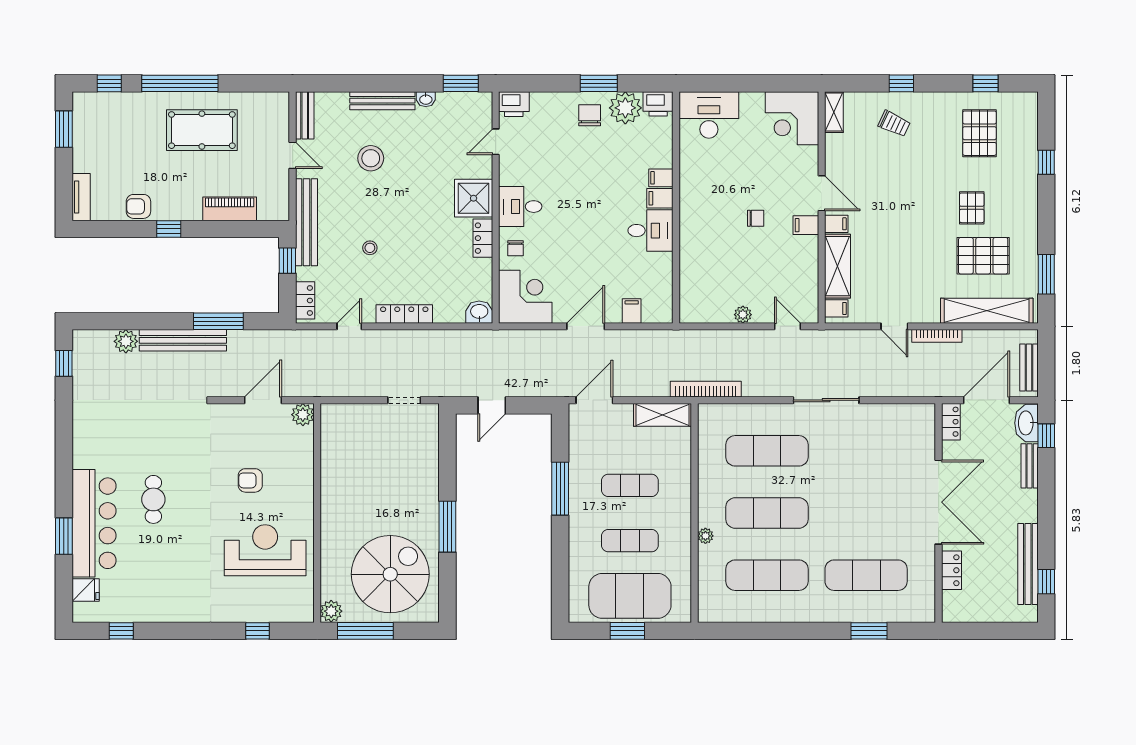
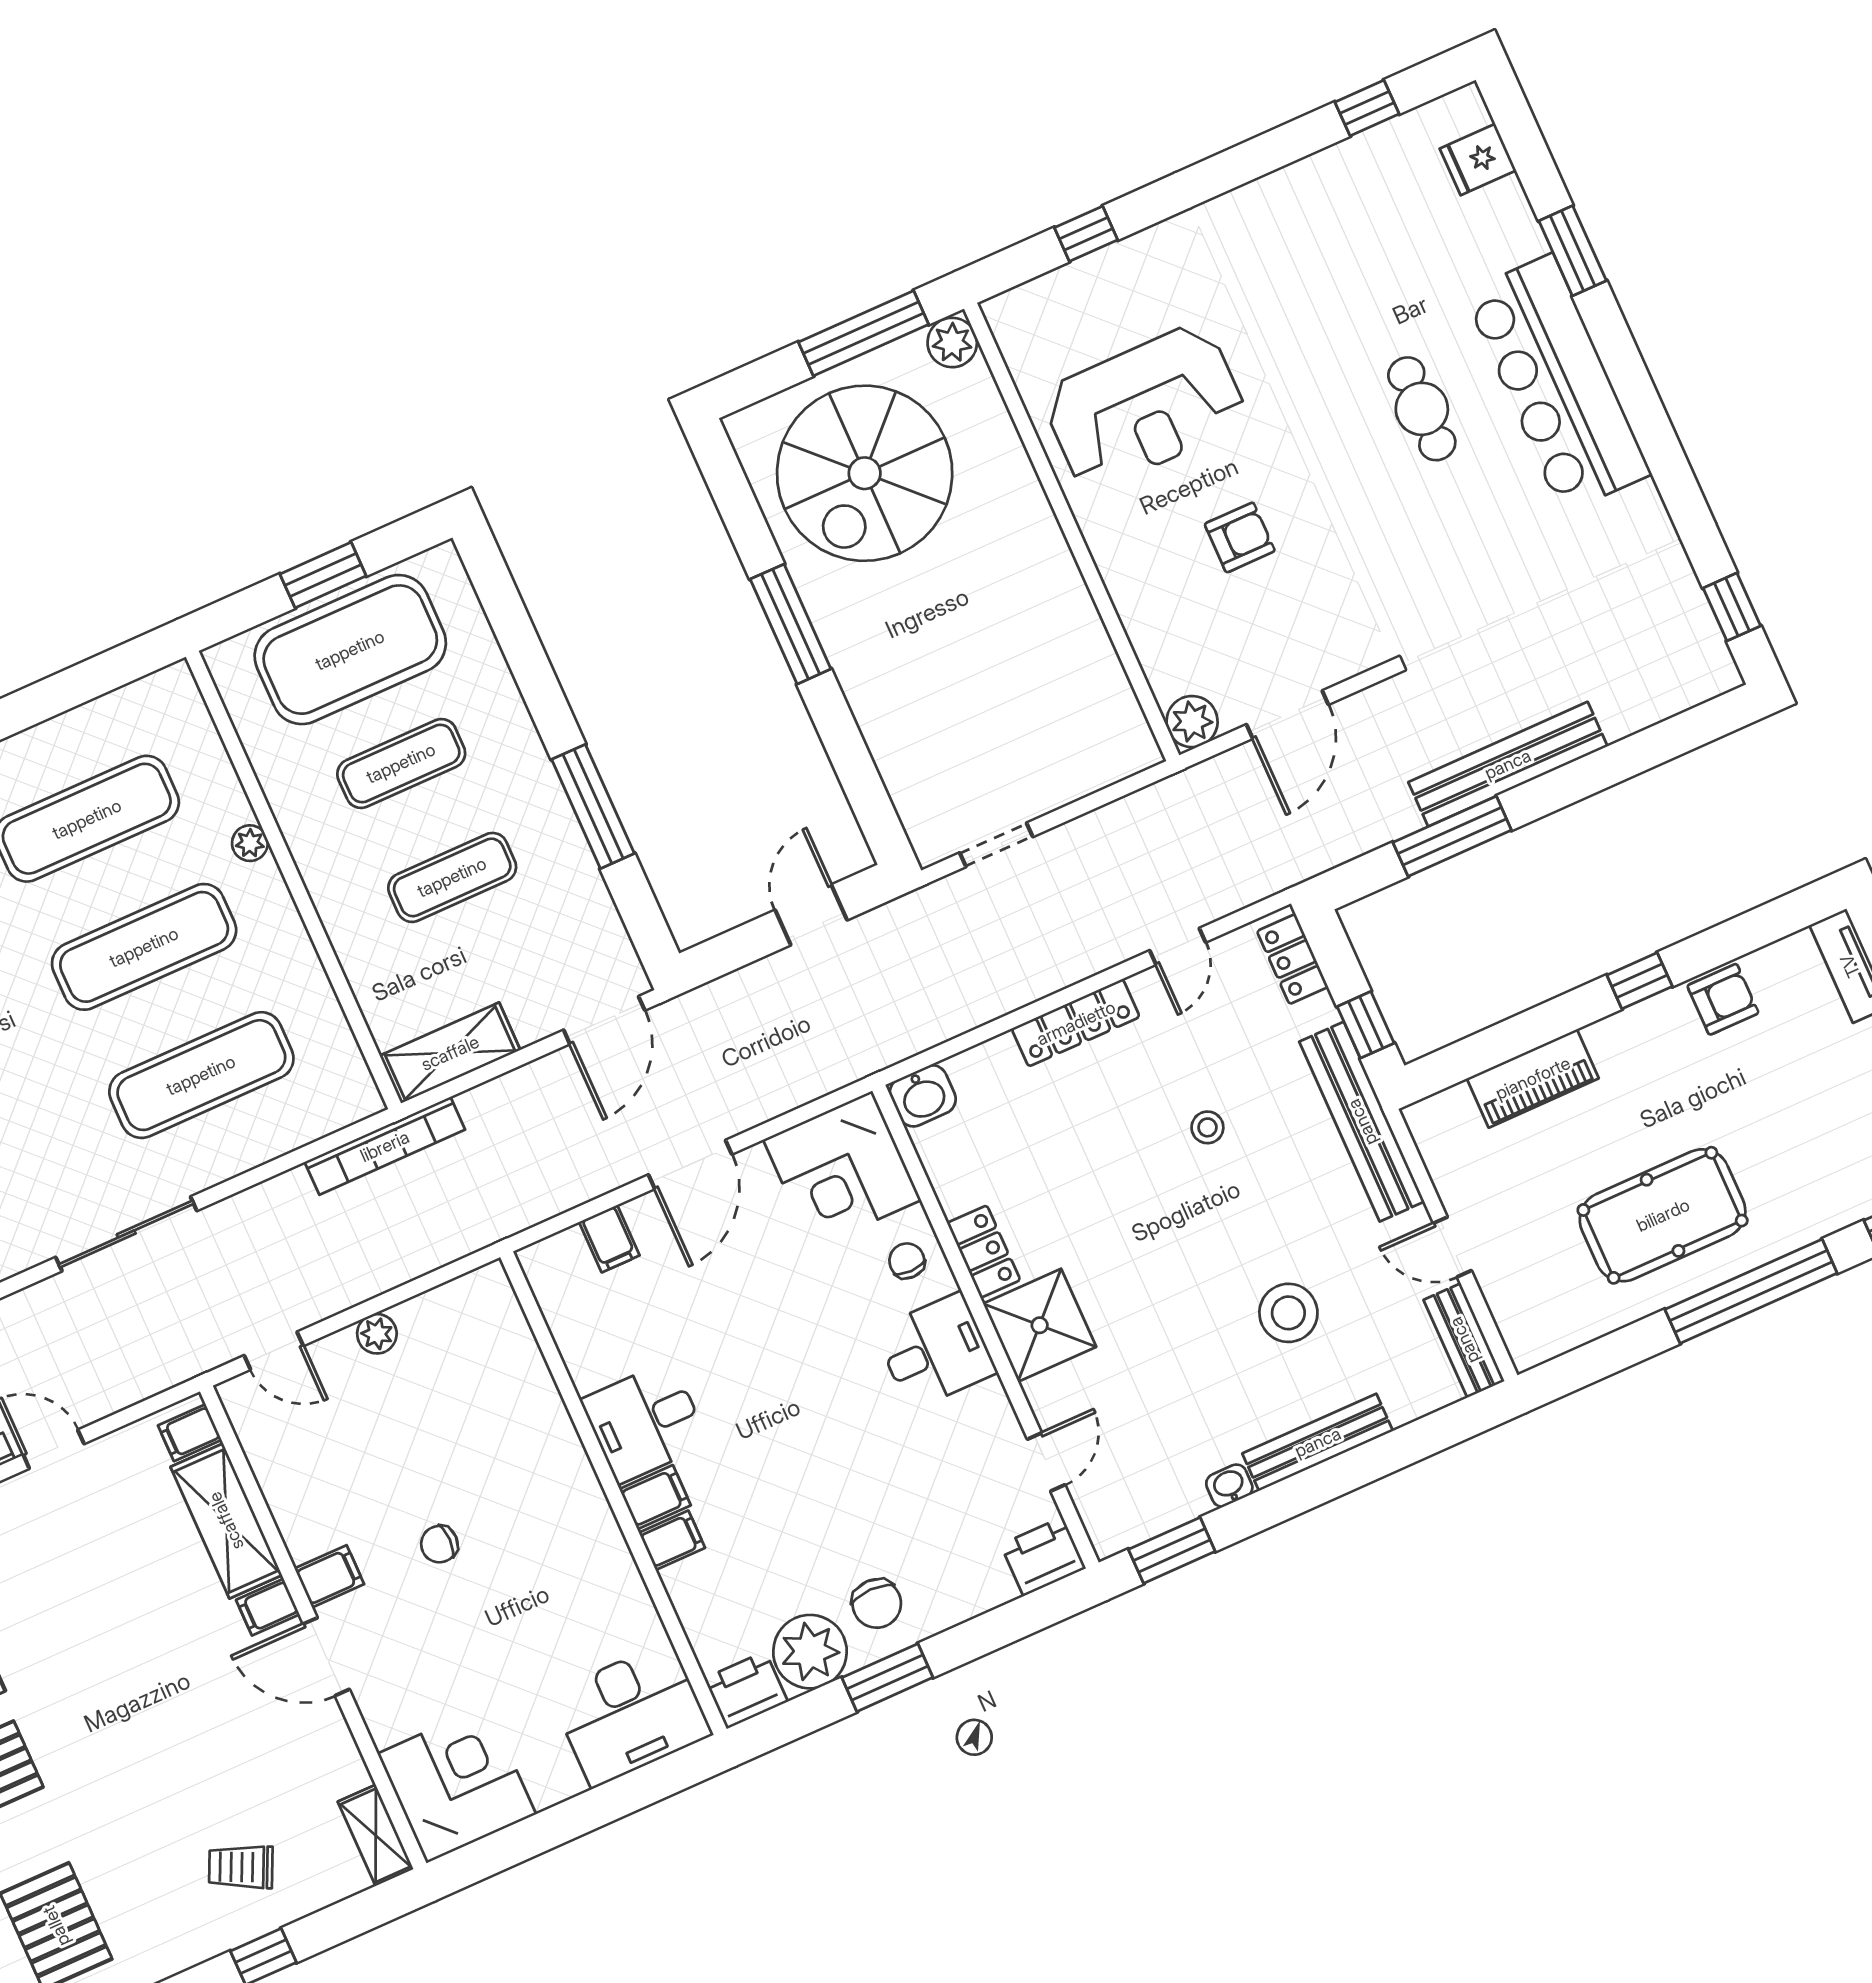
plant: (126, 341) -> (1625, 710), removed
bar counter: (94, 523) -> (1557, 384), moved

